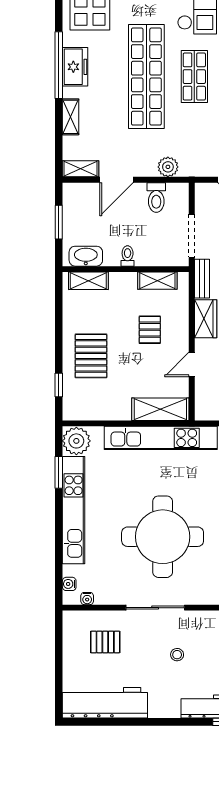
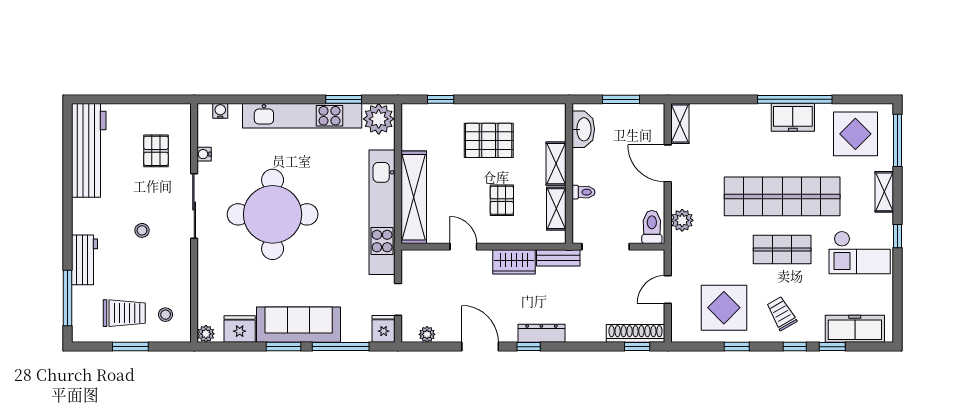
shelving: (71, 117) -> (737, 112), removed
toilet: (156, 198) -> (652, 227), moved, turned 90
toilet: (128, 256) -> (583, 192), moved
shelving: (88, 281) -> (556, 164), moved
pallet: (150, 330) -> (502, 200), turned 90
pallet: (91, 356) -> (489, 140), moved
shelving: (160, 409) -> (414, 197), width x1.47
water cooler: (87, 599) -> (204, 154), moved

